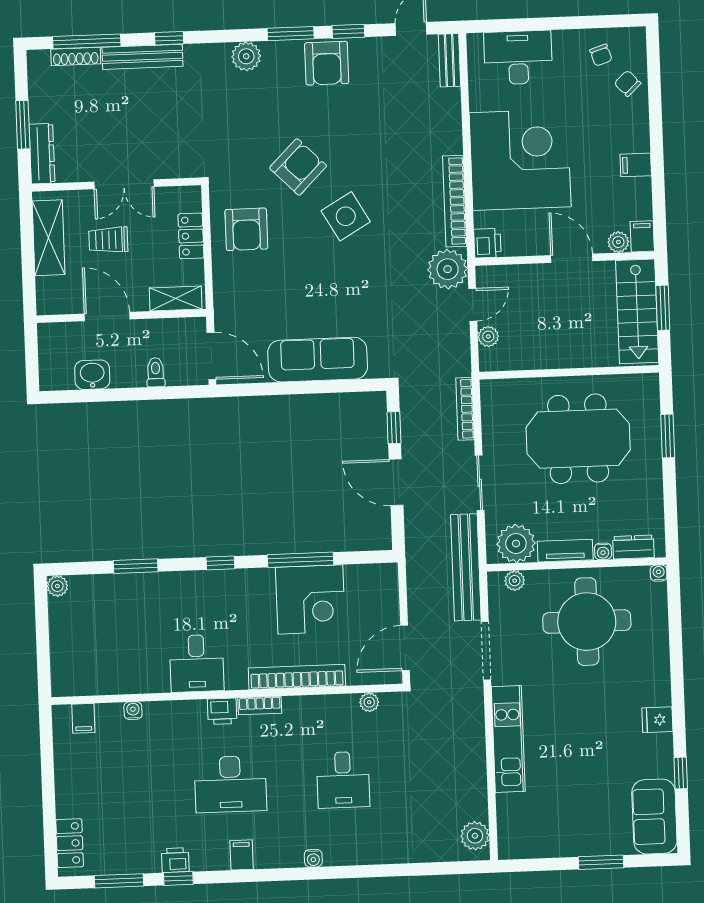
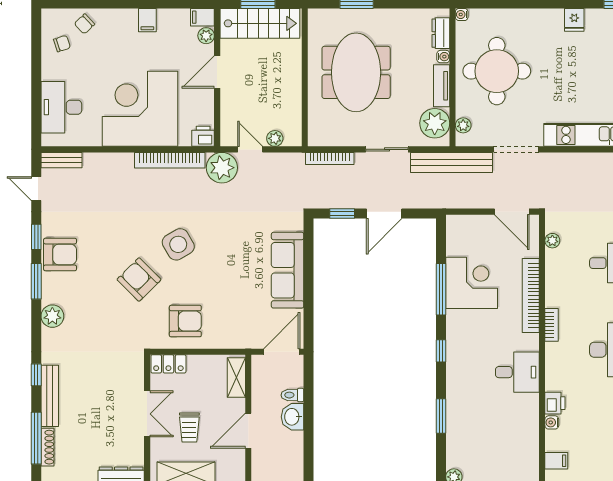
locker: (191, 236) -> (168, 364), moved
washbasin: (92, 375) -> (292, 417), moved
printer: (222, 711) -> (555, 403), moved

